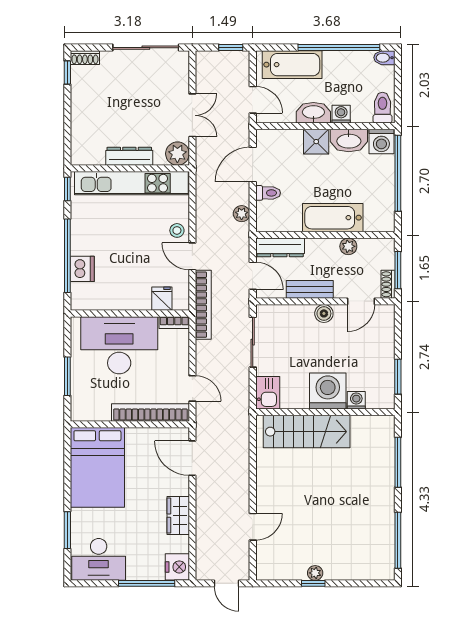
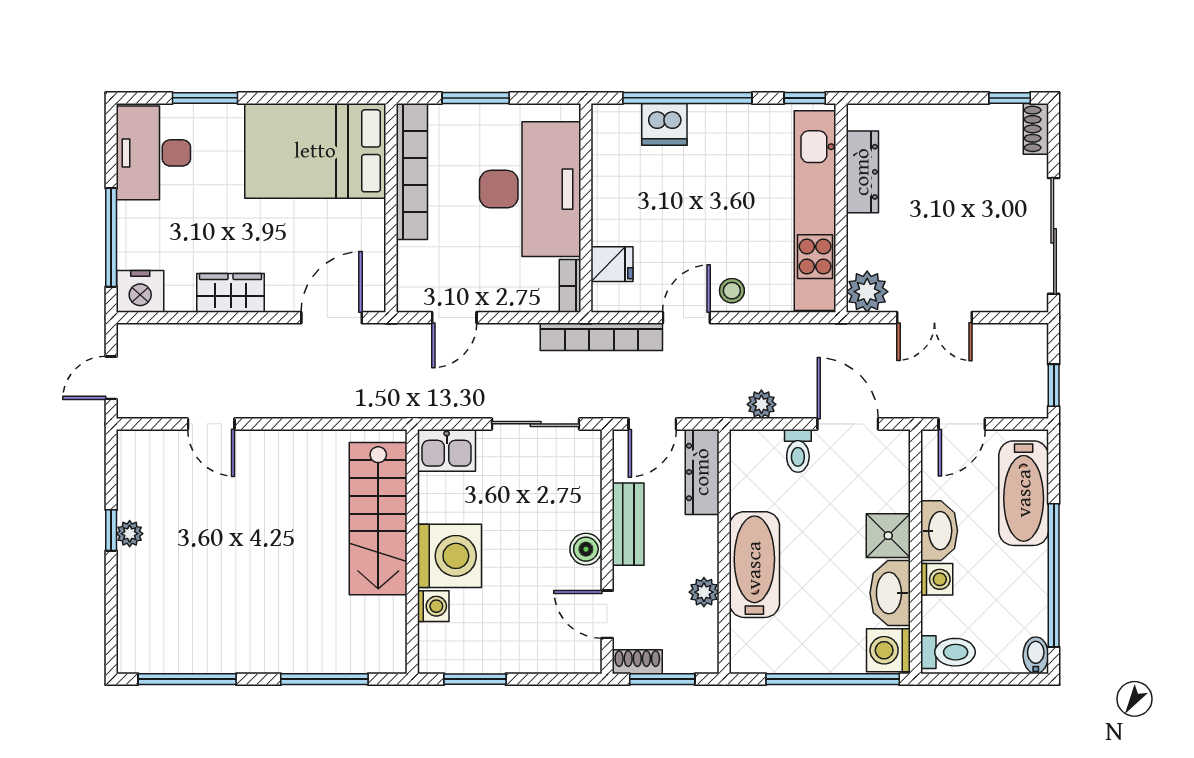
dresser: (129, 156) -> (862, 172), moved
bookcase: (150, 412) -> (412, 171), moved

